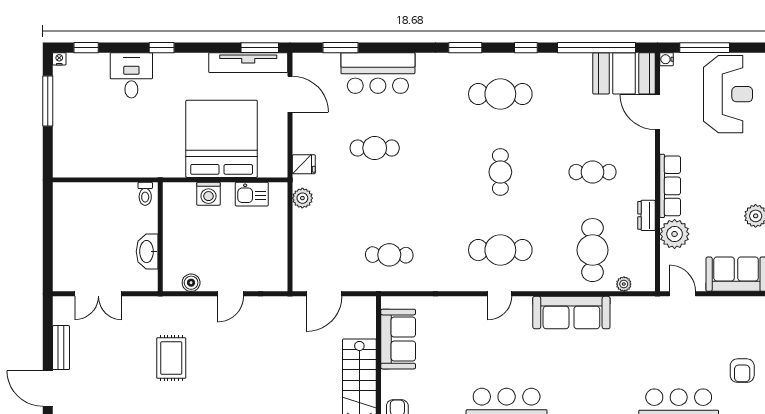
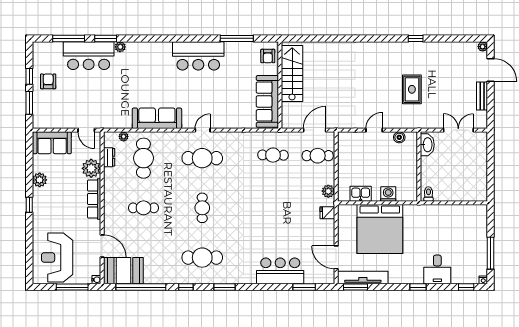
cafe table: (375, 148) -> (318, 156), moved
dresser: (647, 215) -> (109, 157), moved
washbasin: (147, 252) -> (427, 145), moved
sofa: (398, 339) -> (267, 101), width x1.36

